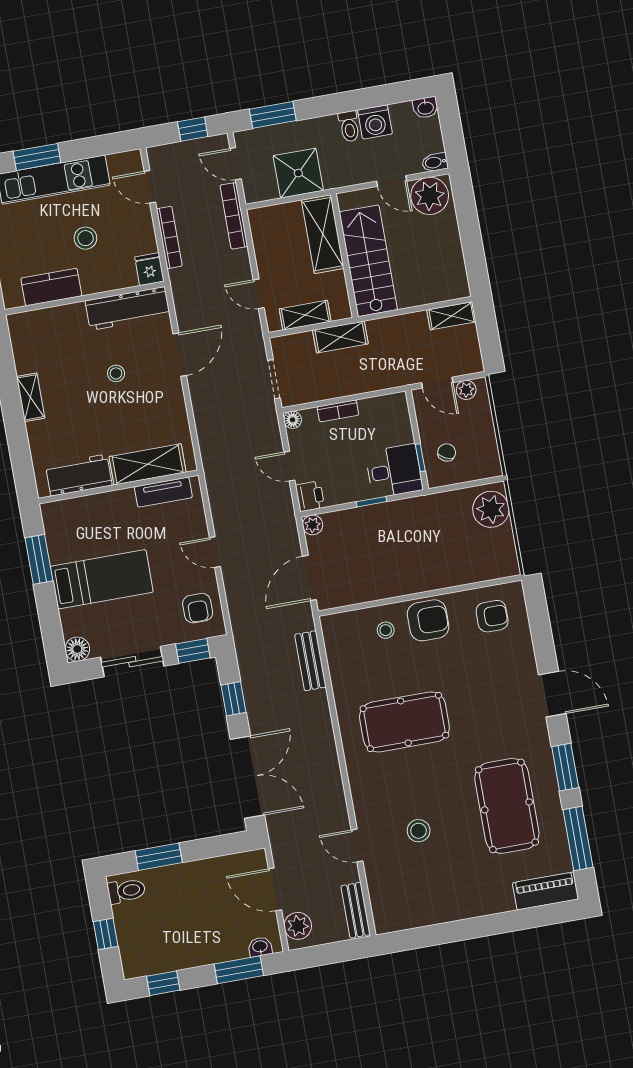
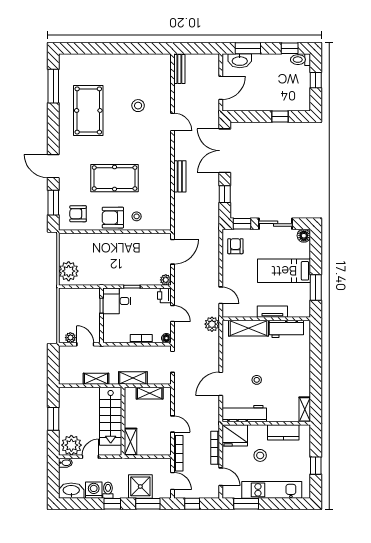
window: (337, 103) -> (112, 504), added
washbasin: (426, 108) -> (71, 491), width x1.91, depth x1.45
window: (37, 157) -> (246, 504), moved
shower: (298, 173) -> (140, 486), moved
door: (392, 181) -> (90, 457), hinge flipped
shelving: (323, 234) -> (130, 442), width x0.67, depth x0.75
window: (471, 237) -> (53, 419), added
fridge: (149, 269) -> (235, 435), width x1.88, depth x1.34
door: (259, 294) -> (173, 424), moved
shelving: (451, 316) -> (96, 379), moved
shelving: (31, 397) -> (305, 409), moved
chair: (447, 452) -> (87, 306), removed
tv unit: (163, 492) -> (272, 312), moved
door: (215, 552) -> (221, 295), moved
bench: (310, 661) -> (180, 176), moved
pool table: (404, 722) -> (115, 178), moved
window: (565, 767) -> (53, 203), moved
door: (357, 845) -> (173, 122), moved
window: (159, 857) -> (280, 117), width x0.67
door: (275, 889) -> (221, 88), hinge flipped
toilet: (126, 891) -> (301, 60), moved
piano: (546, 891) -> (76, 61), removed
plant: (298, 926) -> (212, 324), moved
washbasin: (260, 947) -> (240, 61), width x1.91, depth x1.45

